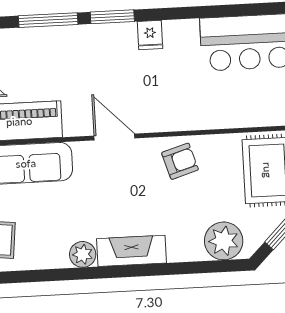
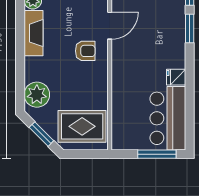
fridge: (150, 35) -> (176, 77), moved
armchair: (180, 161) -> (85, 51), moved, turned -73

